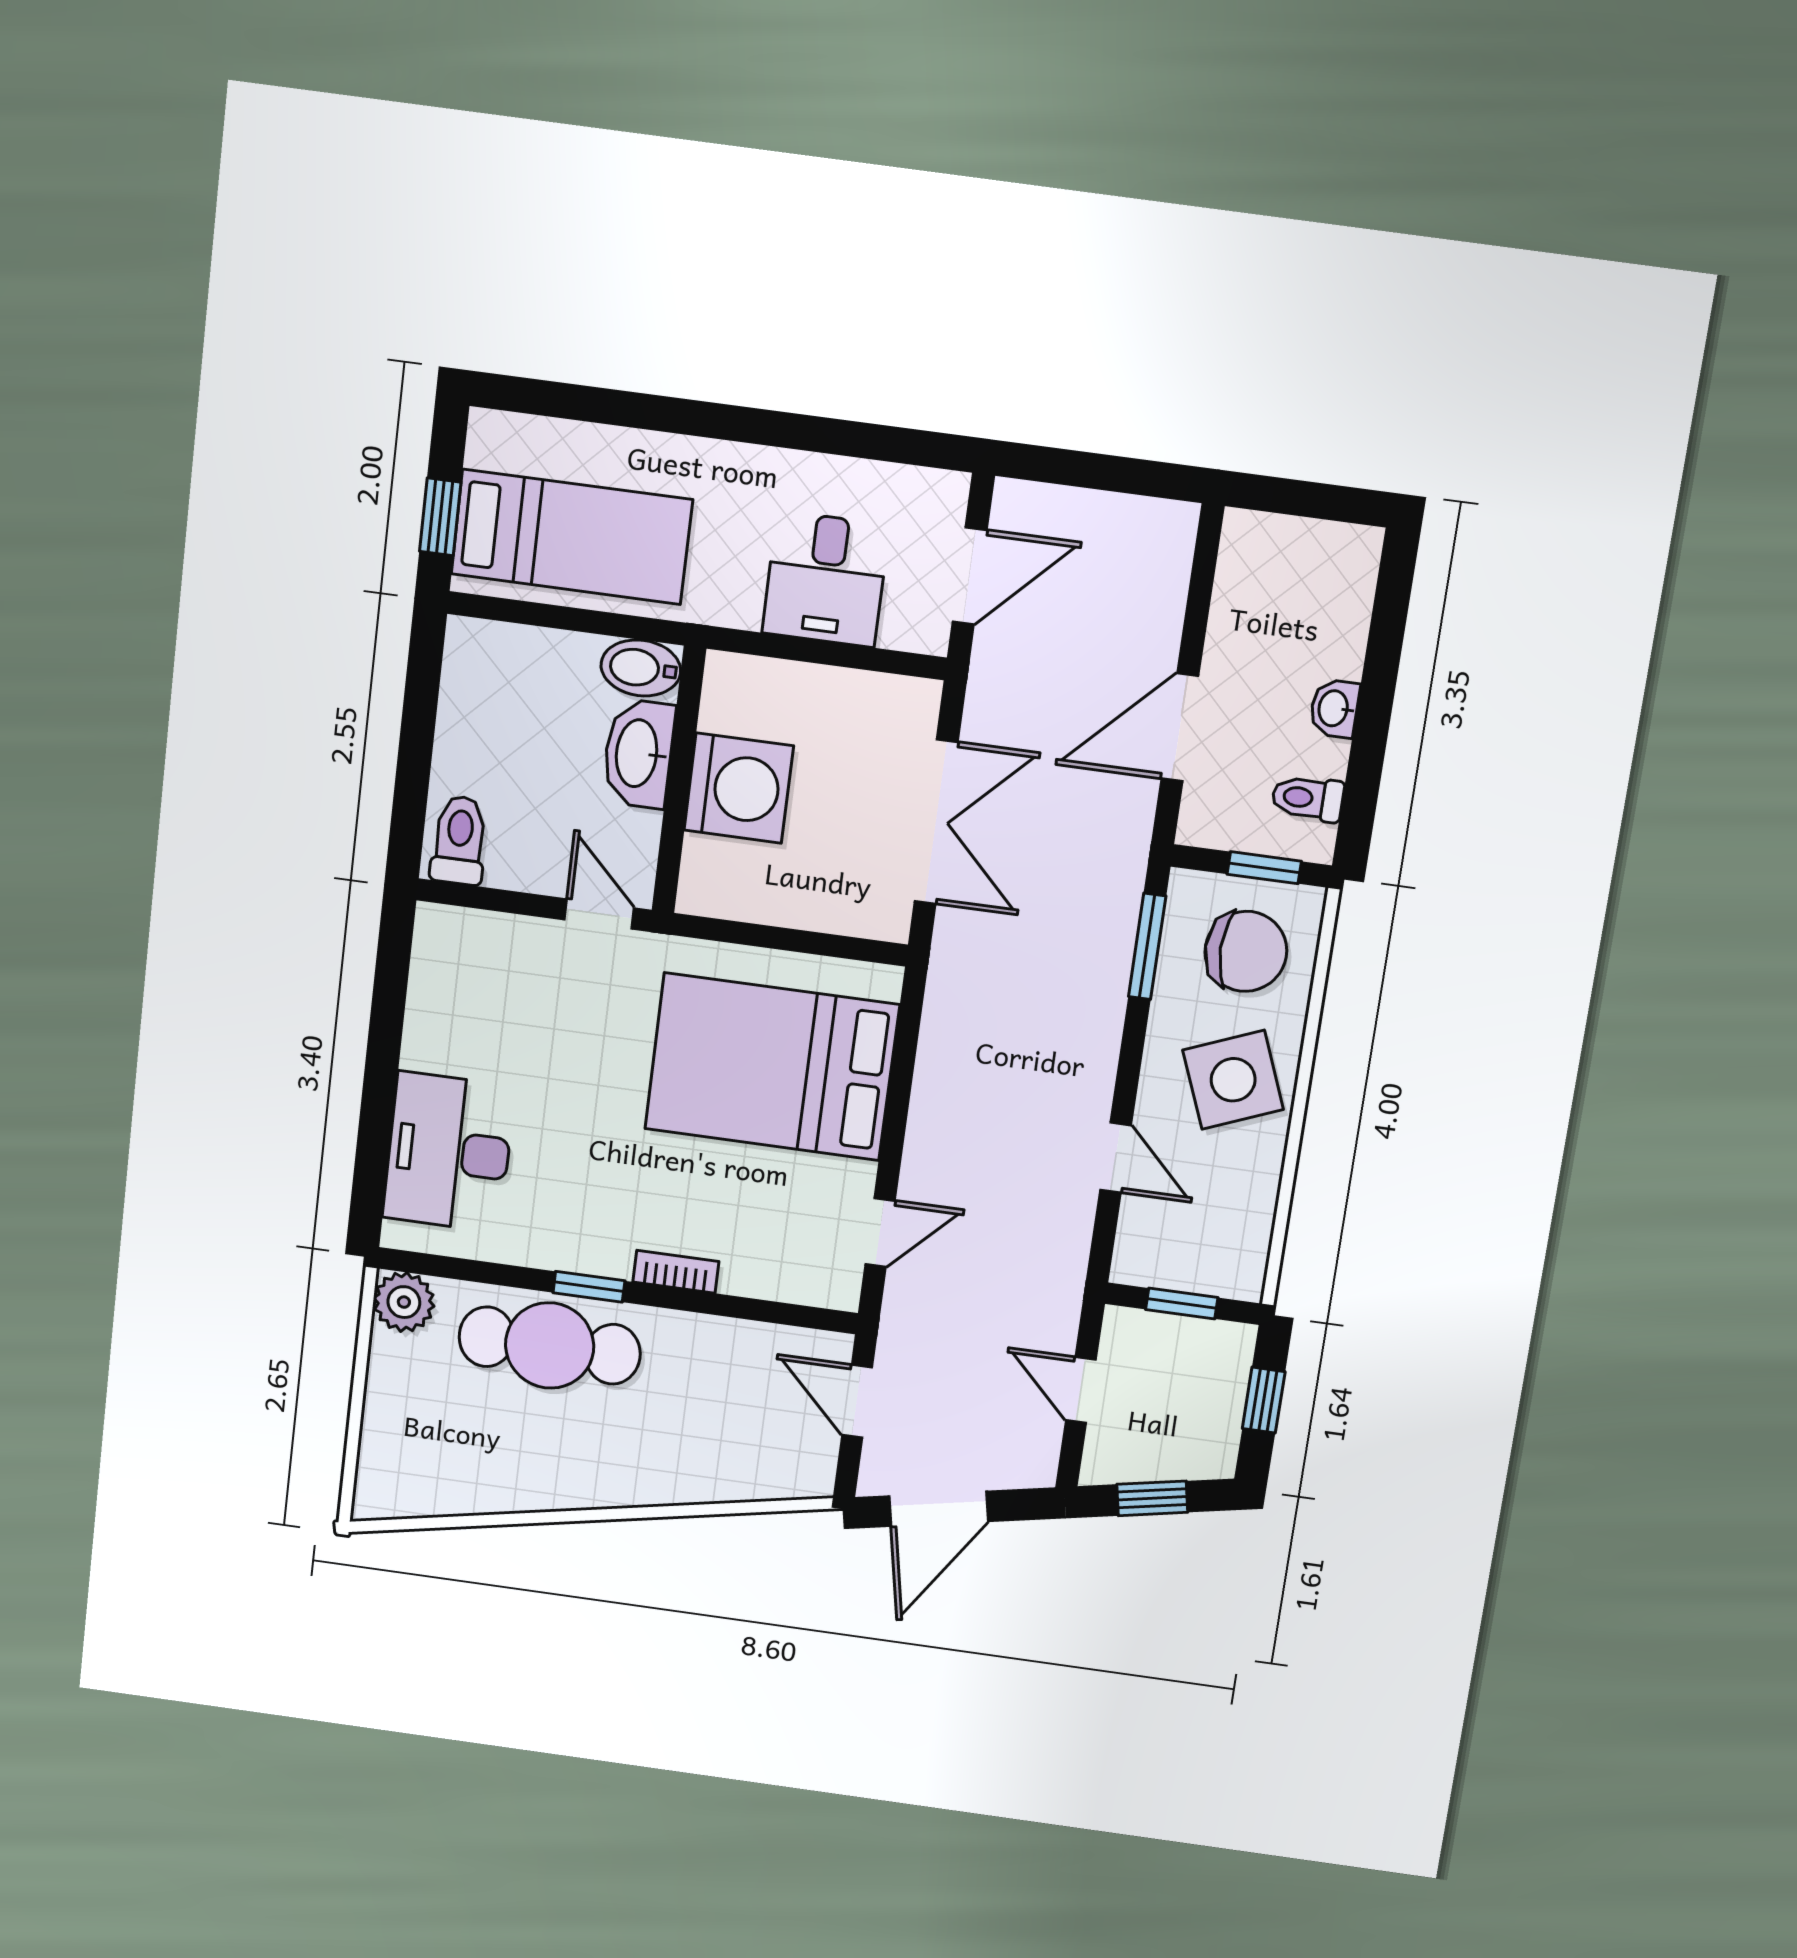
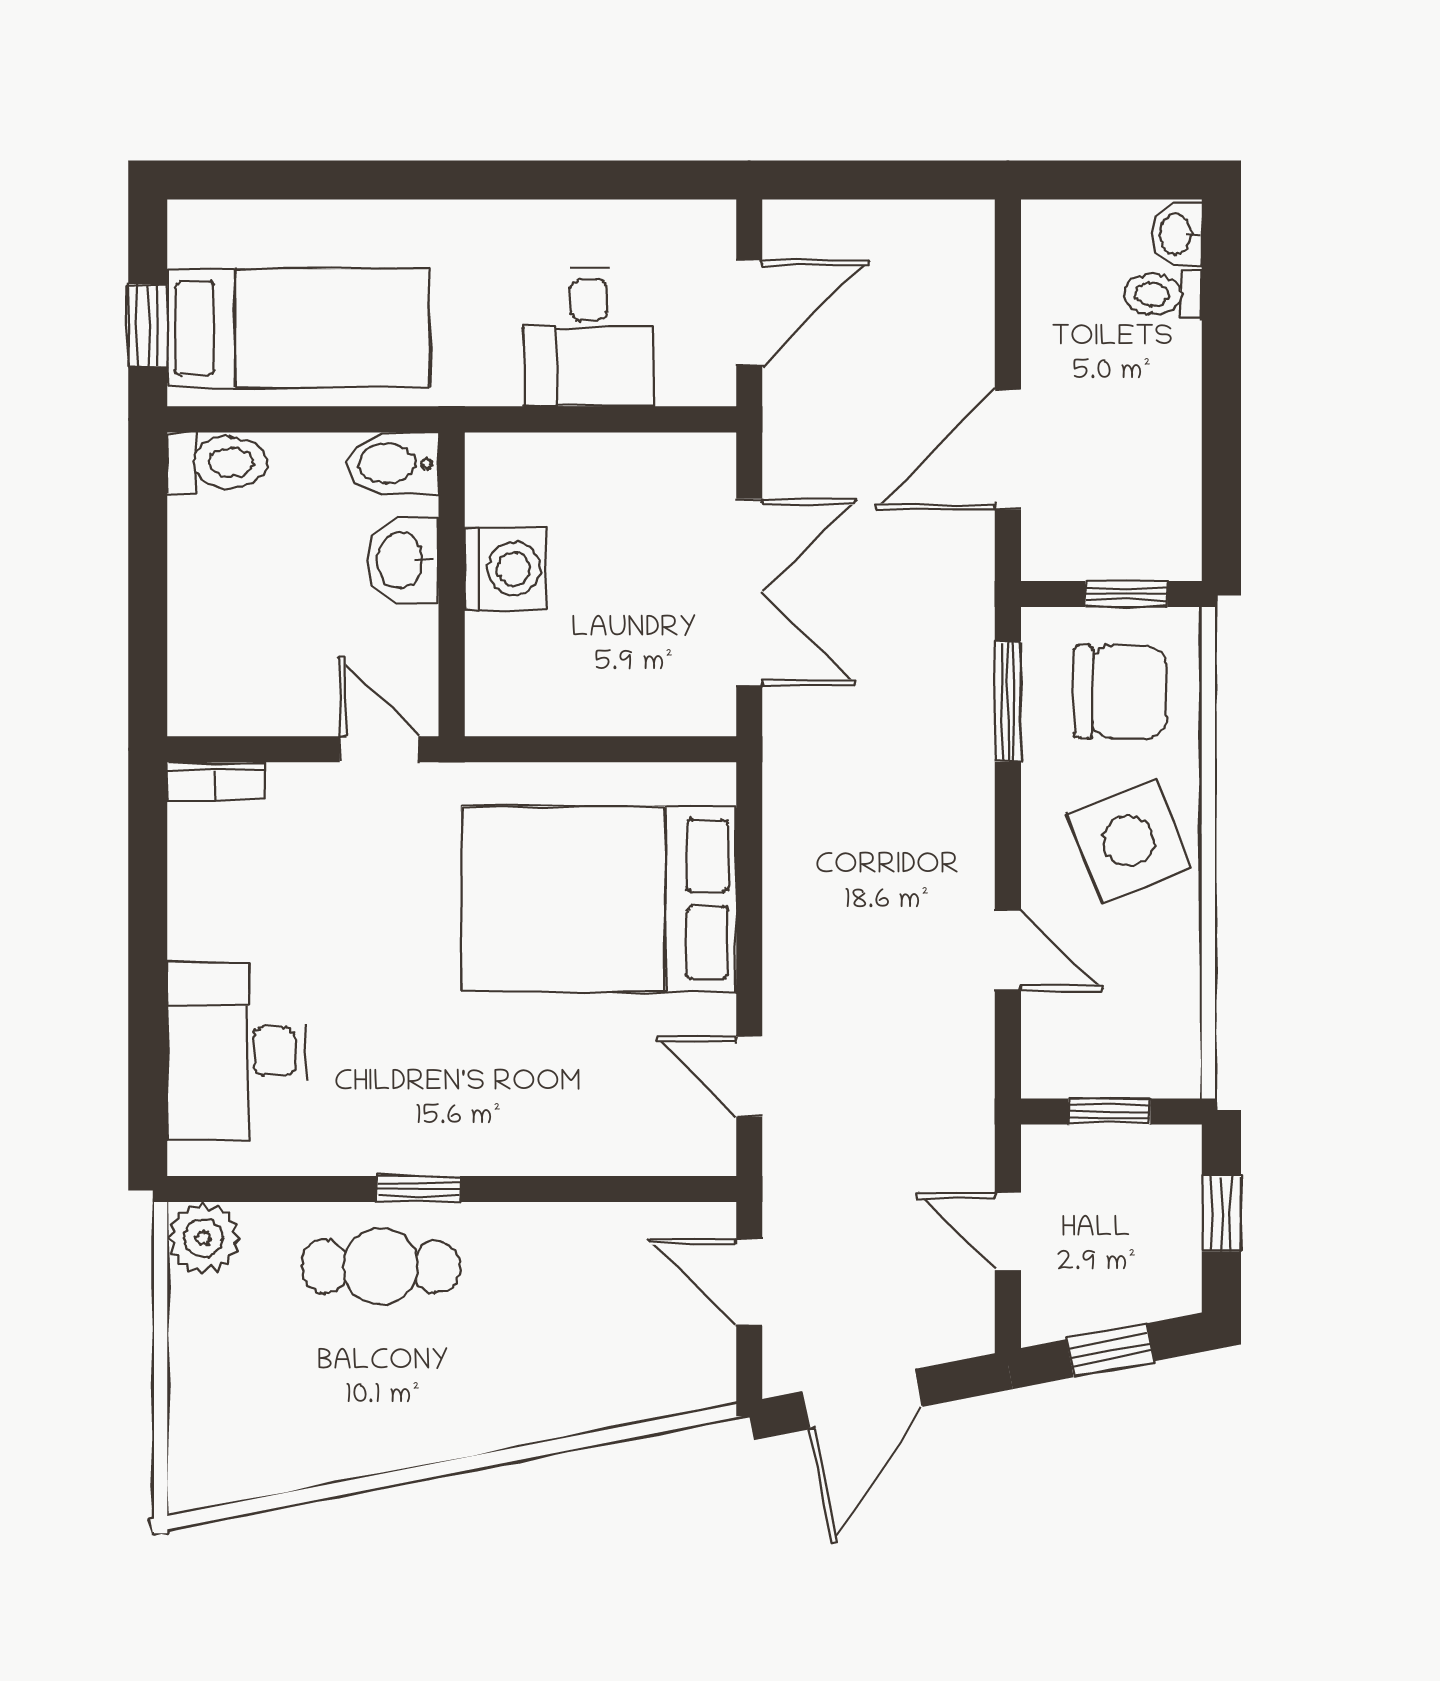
washbasin: (1334, 708) -> (1177, 234), moved
washbasin: (638, 753) -> (402, 560), width x0.72
washing machine: (739, 788) -> (506, 569), width x0.73, depth x0.73
toilet: (1308, 798) -> (1163, 294), moved
toilet: (459, 840) -> (217, 463), moved, turned 90
door: (880, 1232) -> (749, 1076), swing flipped
bookcase: (676, 1272) -> (216, 782), moved, turned 180
cafe table: (550, 1345) -> (381, 1266), width x0.73, depth x0.74

